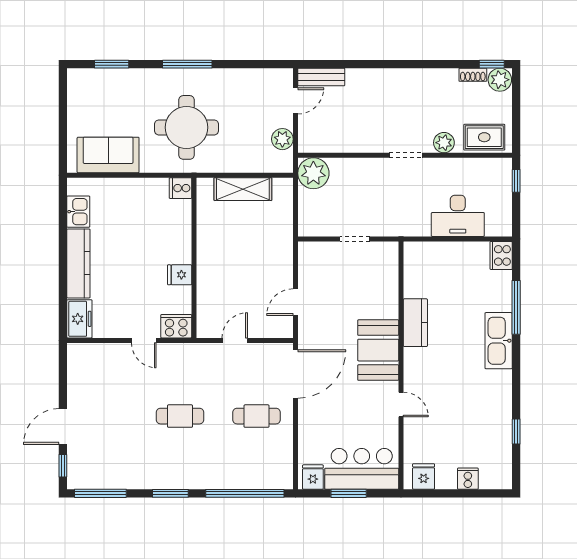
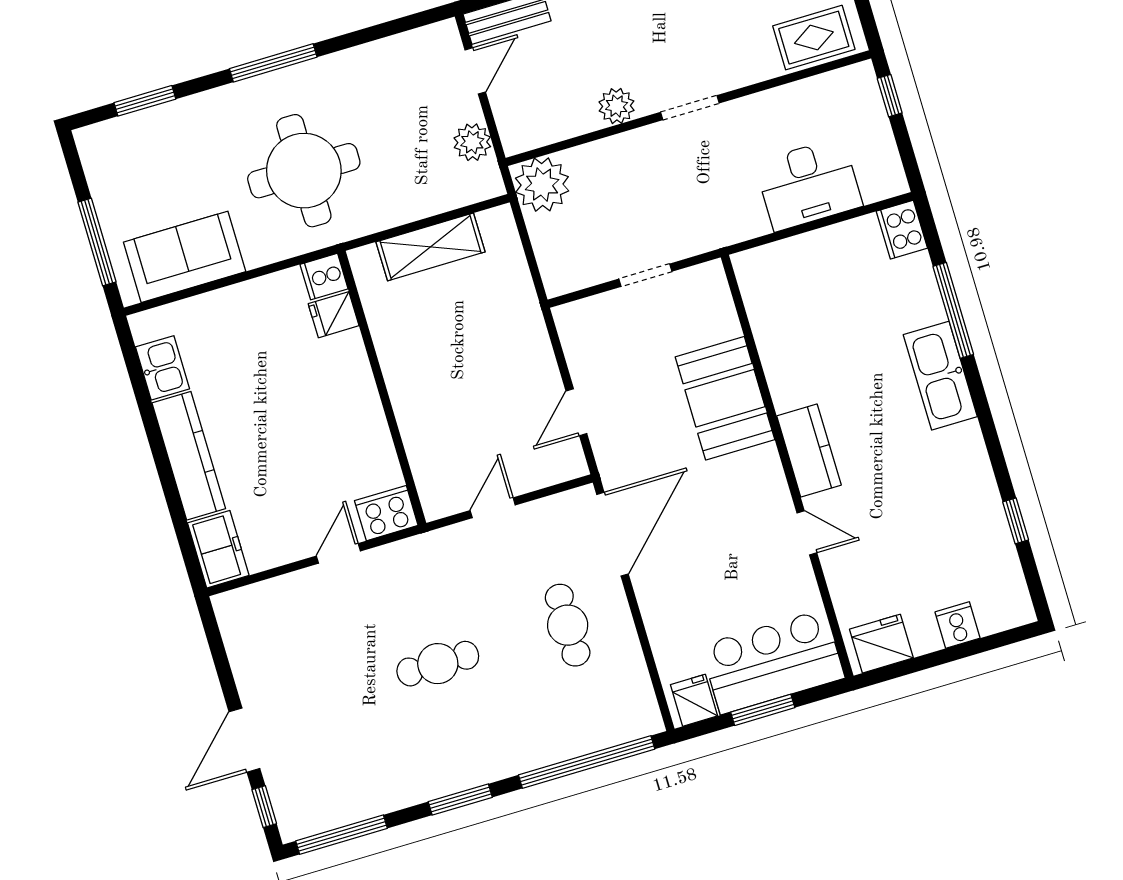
window: (63, 133) -> (97, 242), added
plant: (444, 143) -> (617, 106), moved
fridge: (180, 275) -> (334, 315), moved
kitchen counter: (415, 323) -> (809, 451), moved
door: (144, 340) -> (338, 553), swing flipped
booth: (378, 350) -> (725, 398), moved
cafe table: (257, 416) -> (568, 625), turned 90
fridge: (424, 476) -> (881, 644), width x1.38

